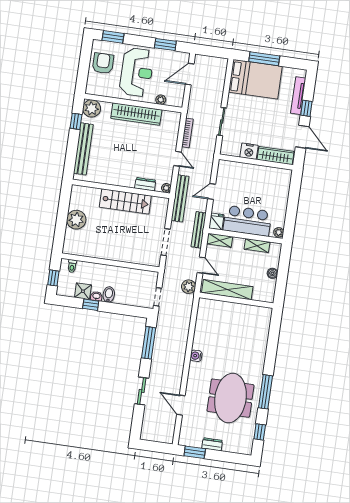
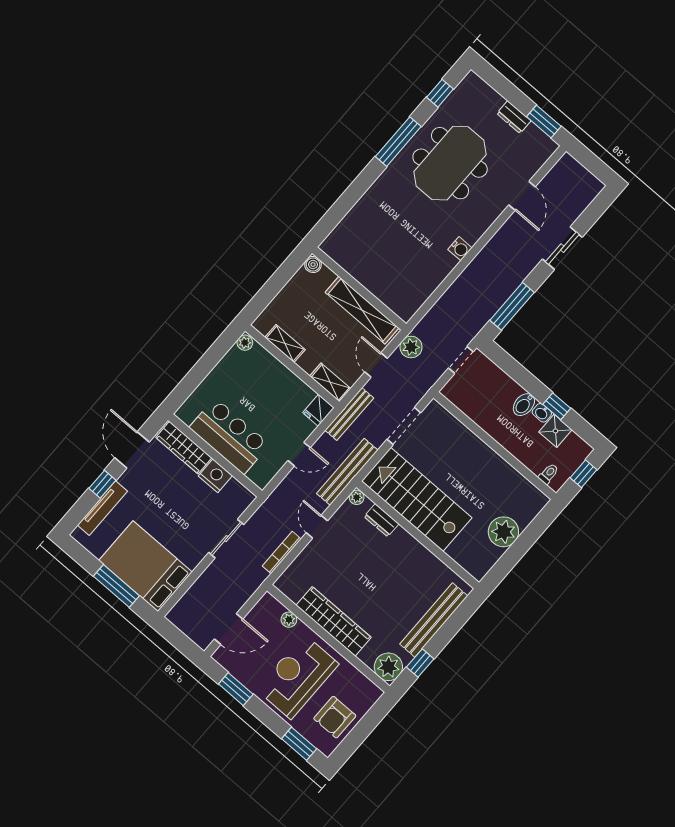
stairs: (125, 201) -> (417, 499), width x1.36, depth x1.51
bar counter: (247, 221) -> (229, 436), moved, turned 180
boiler: (272, 273) -> (313, 264), moved

